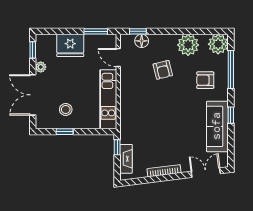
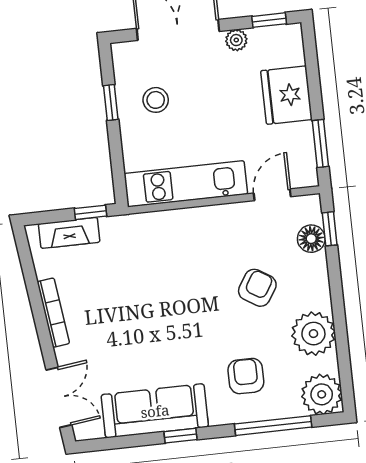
armchair: (163, 70) -> (257, 288), turned 136

